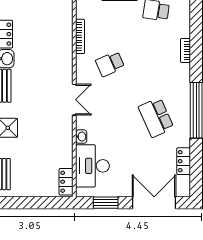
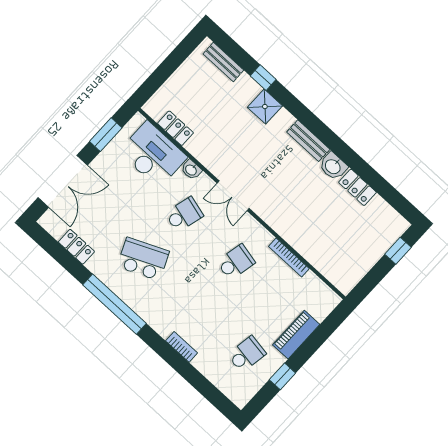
school desk: (110, 64) -> (236, 262), turned 36
school desk: (110, 117) -> (184, 214), added
locker: (66, 182) -> (175, 128), moved

